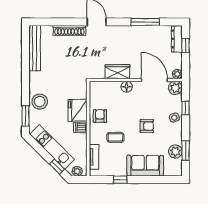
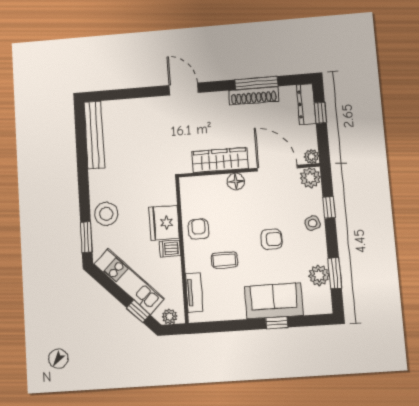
shoe rack: (69, 30) -> (254, 96), moved
wardrobe: (117, 72) -> (220, 160), width x1.50
window: (120, 180) -> (277, 323), moved

